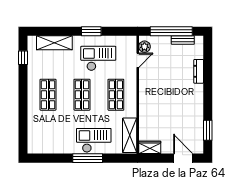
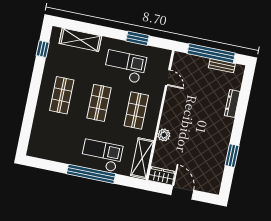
window: (91, 31) -> (137, 38), moved
plant: (144, 47) -> (164, 135), moved
door: (138, 60) -> (168, 78), hinge flipped
window: (208, 130) -> (232, 156), moved
window: (88, 158) -> (91, 174), width x1.46
door: (183, 158) -> (182, 193), moved

